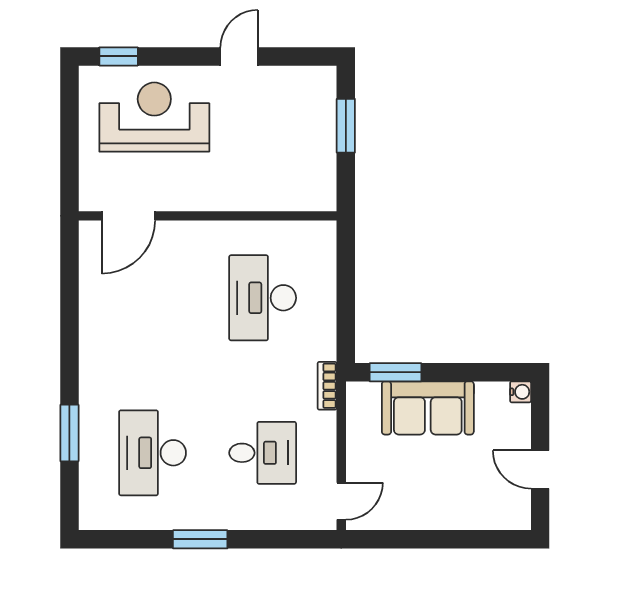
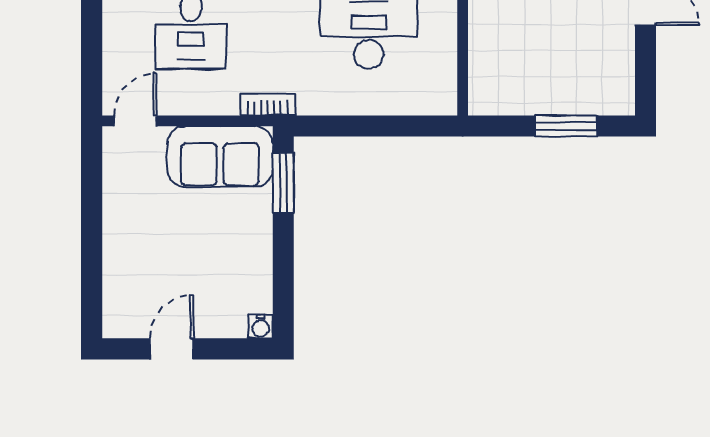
sofa: (428, 408) -> (220, 157), moved, turned -90
door: (341, 501) -> (135, 121), swing flipped

